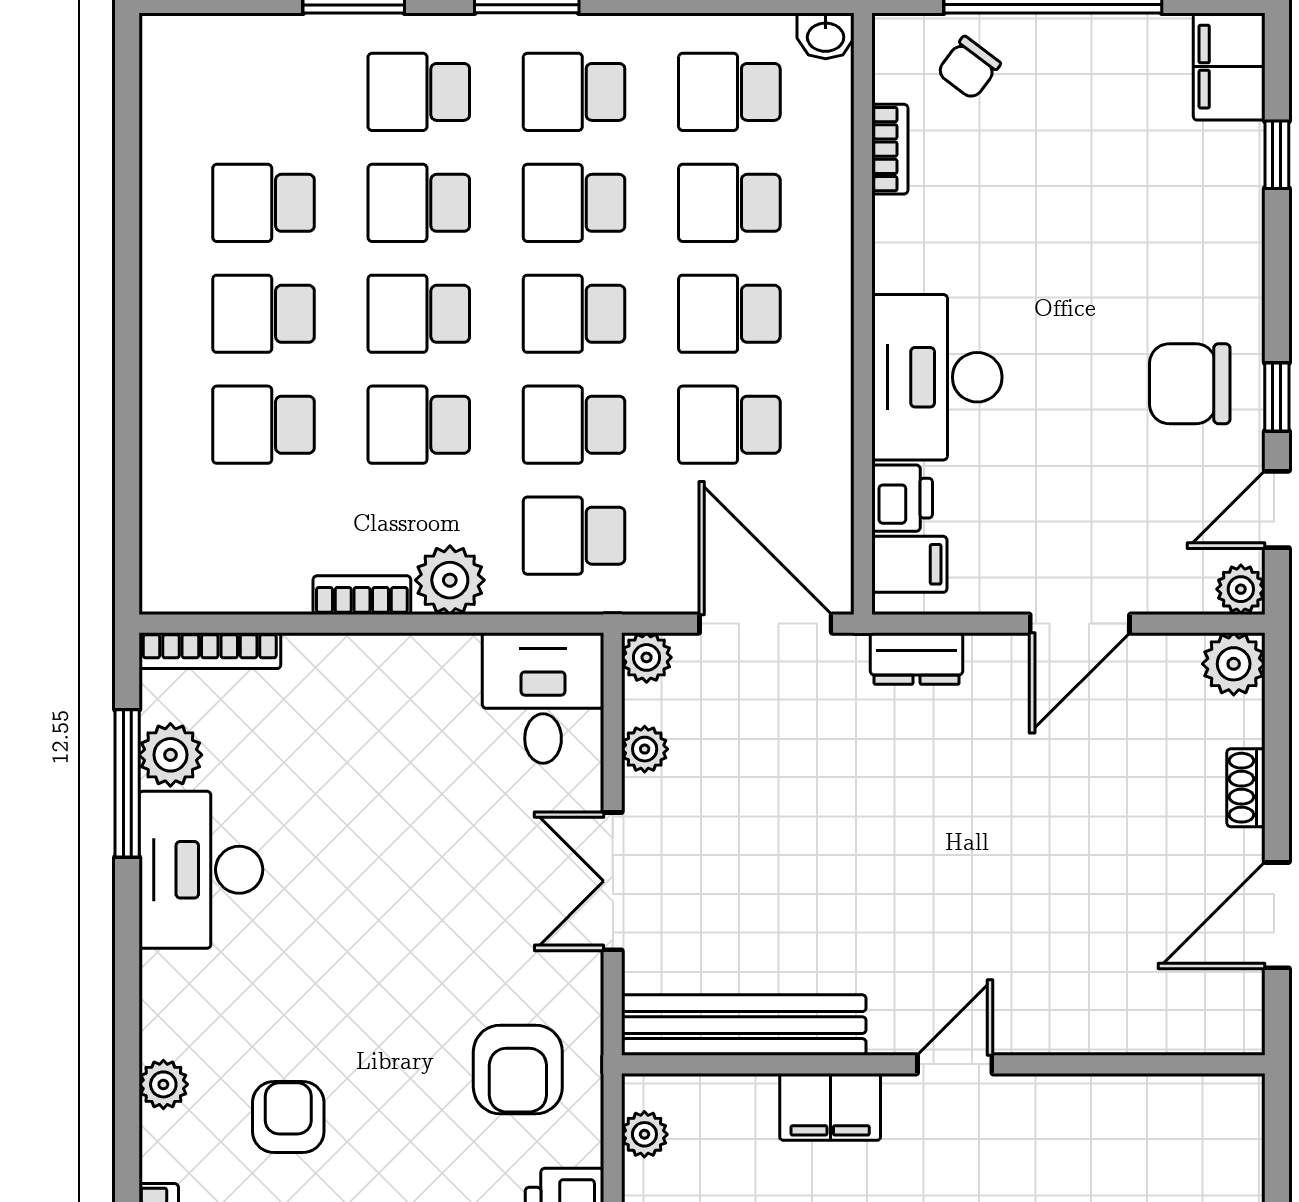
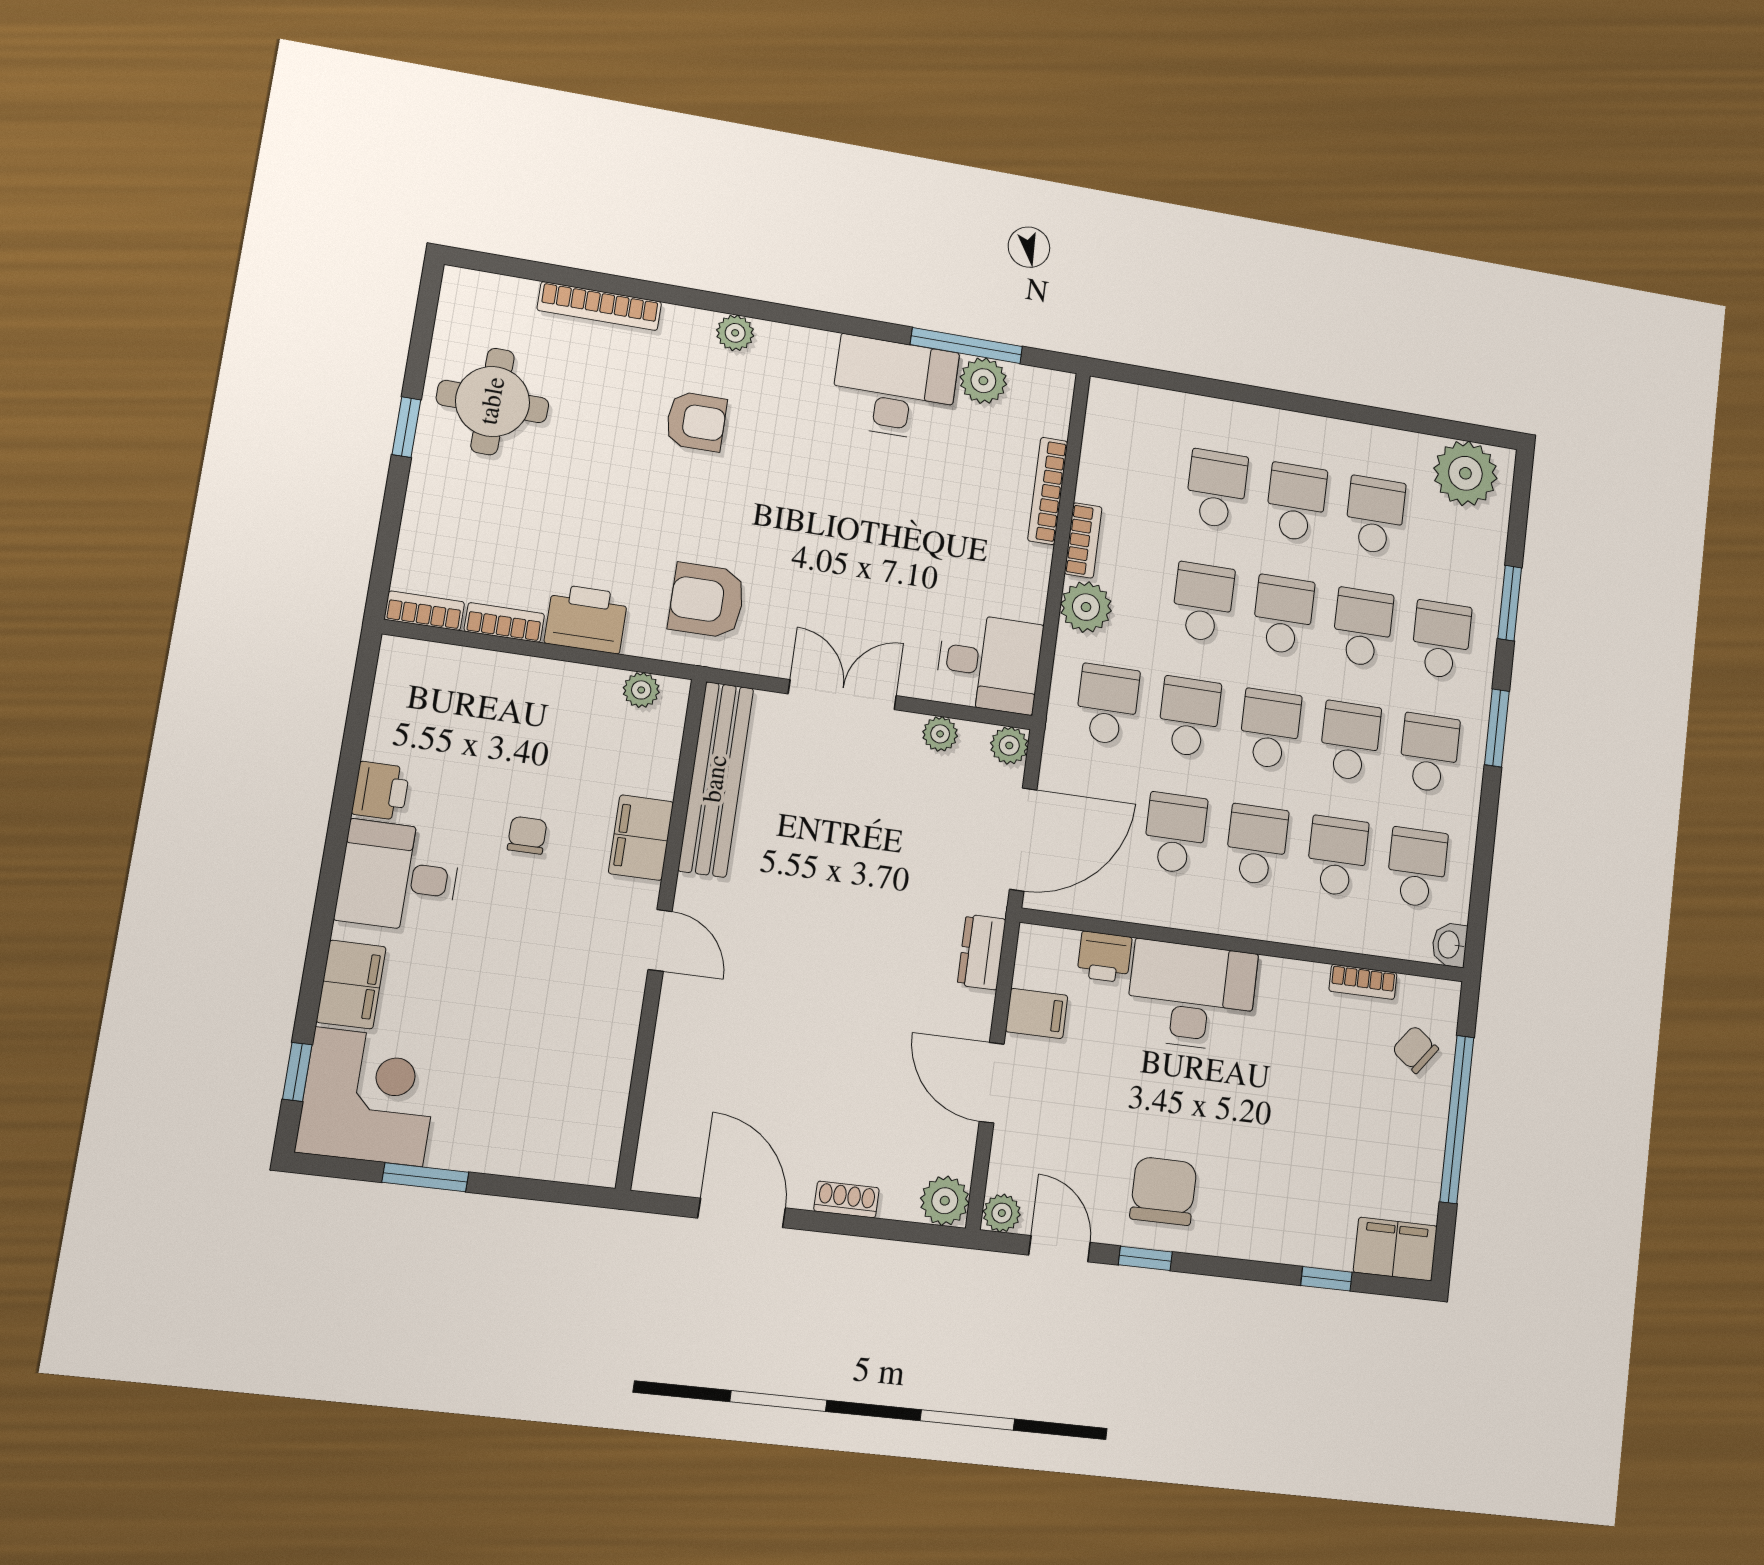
plant: (185, 82) -> (1465, 473), added
filing cabinet: (909, 564) -> (1037, 1014), moved, turned -90
bookcase: (210, 651) -> (1048, 491), moved

